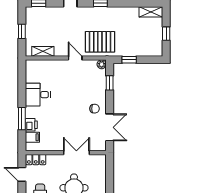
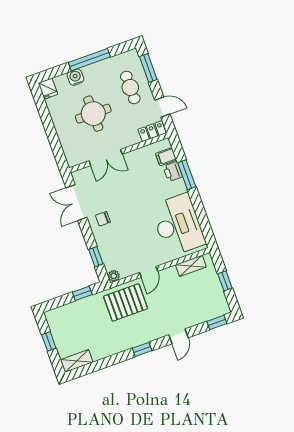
door: (75, 58) -> (149, 272), hinge flipped
desk: (38, 95) -> (178, 225), width x1.87, depth x1.30

